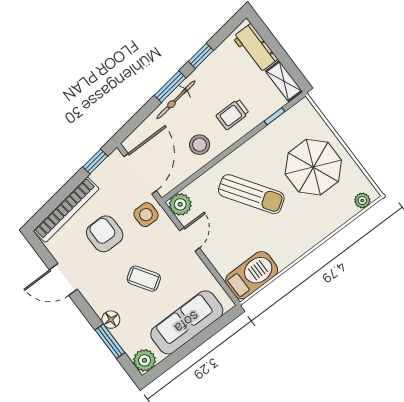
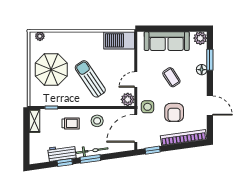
workbench: (255, 48) -> (62, 153), moved, turned -98

